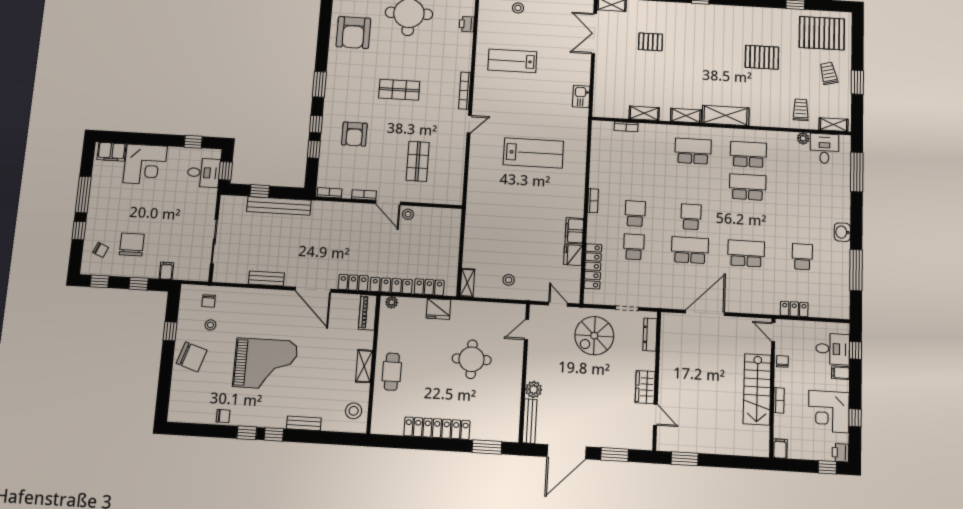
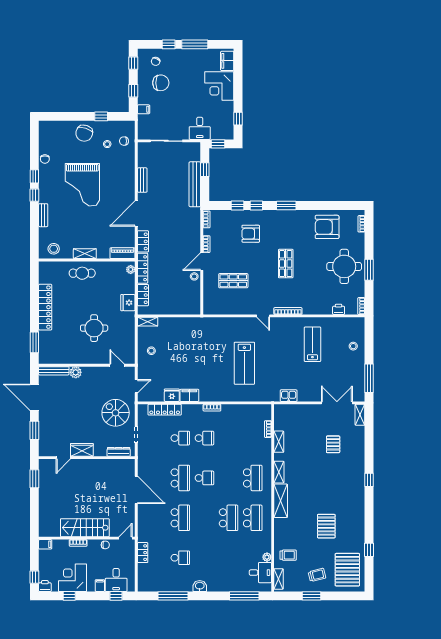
desk: (204, 173) -> (200, 128), moved

